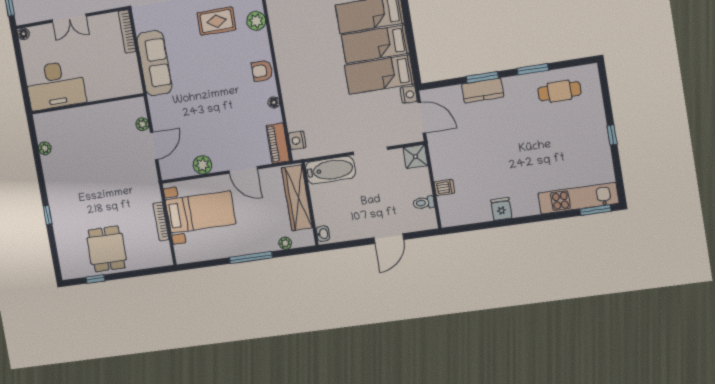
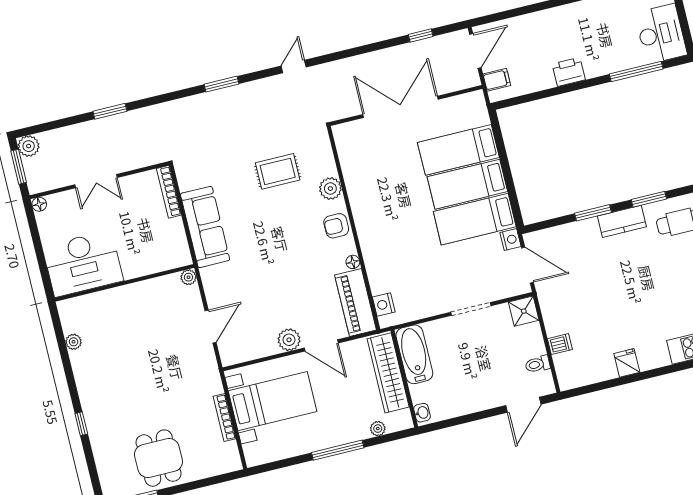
plant: (256, 21) -> (330, 189), moved
kitchen counter: (483, 91) -> (622, 221), moved
plant: (142, 124) -> (188, 277), moved
piano: (278, 143) -> (355, 302), width x1.37, depth x1.33
plant: (203, 165) -> (289, 340), moved
bathtub: (330, 170) -> (414, 354), moved, turned -90
door: (389, 239) -> (523, 405), moved

